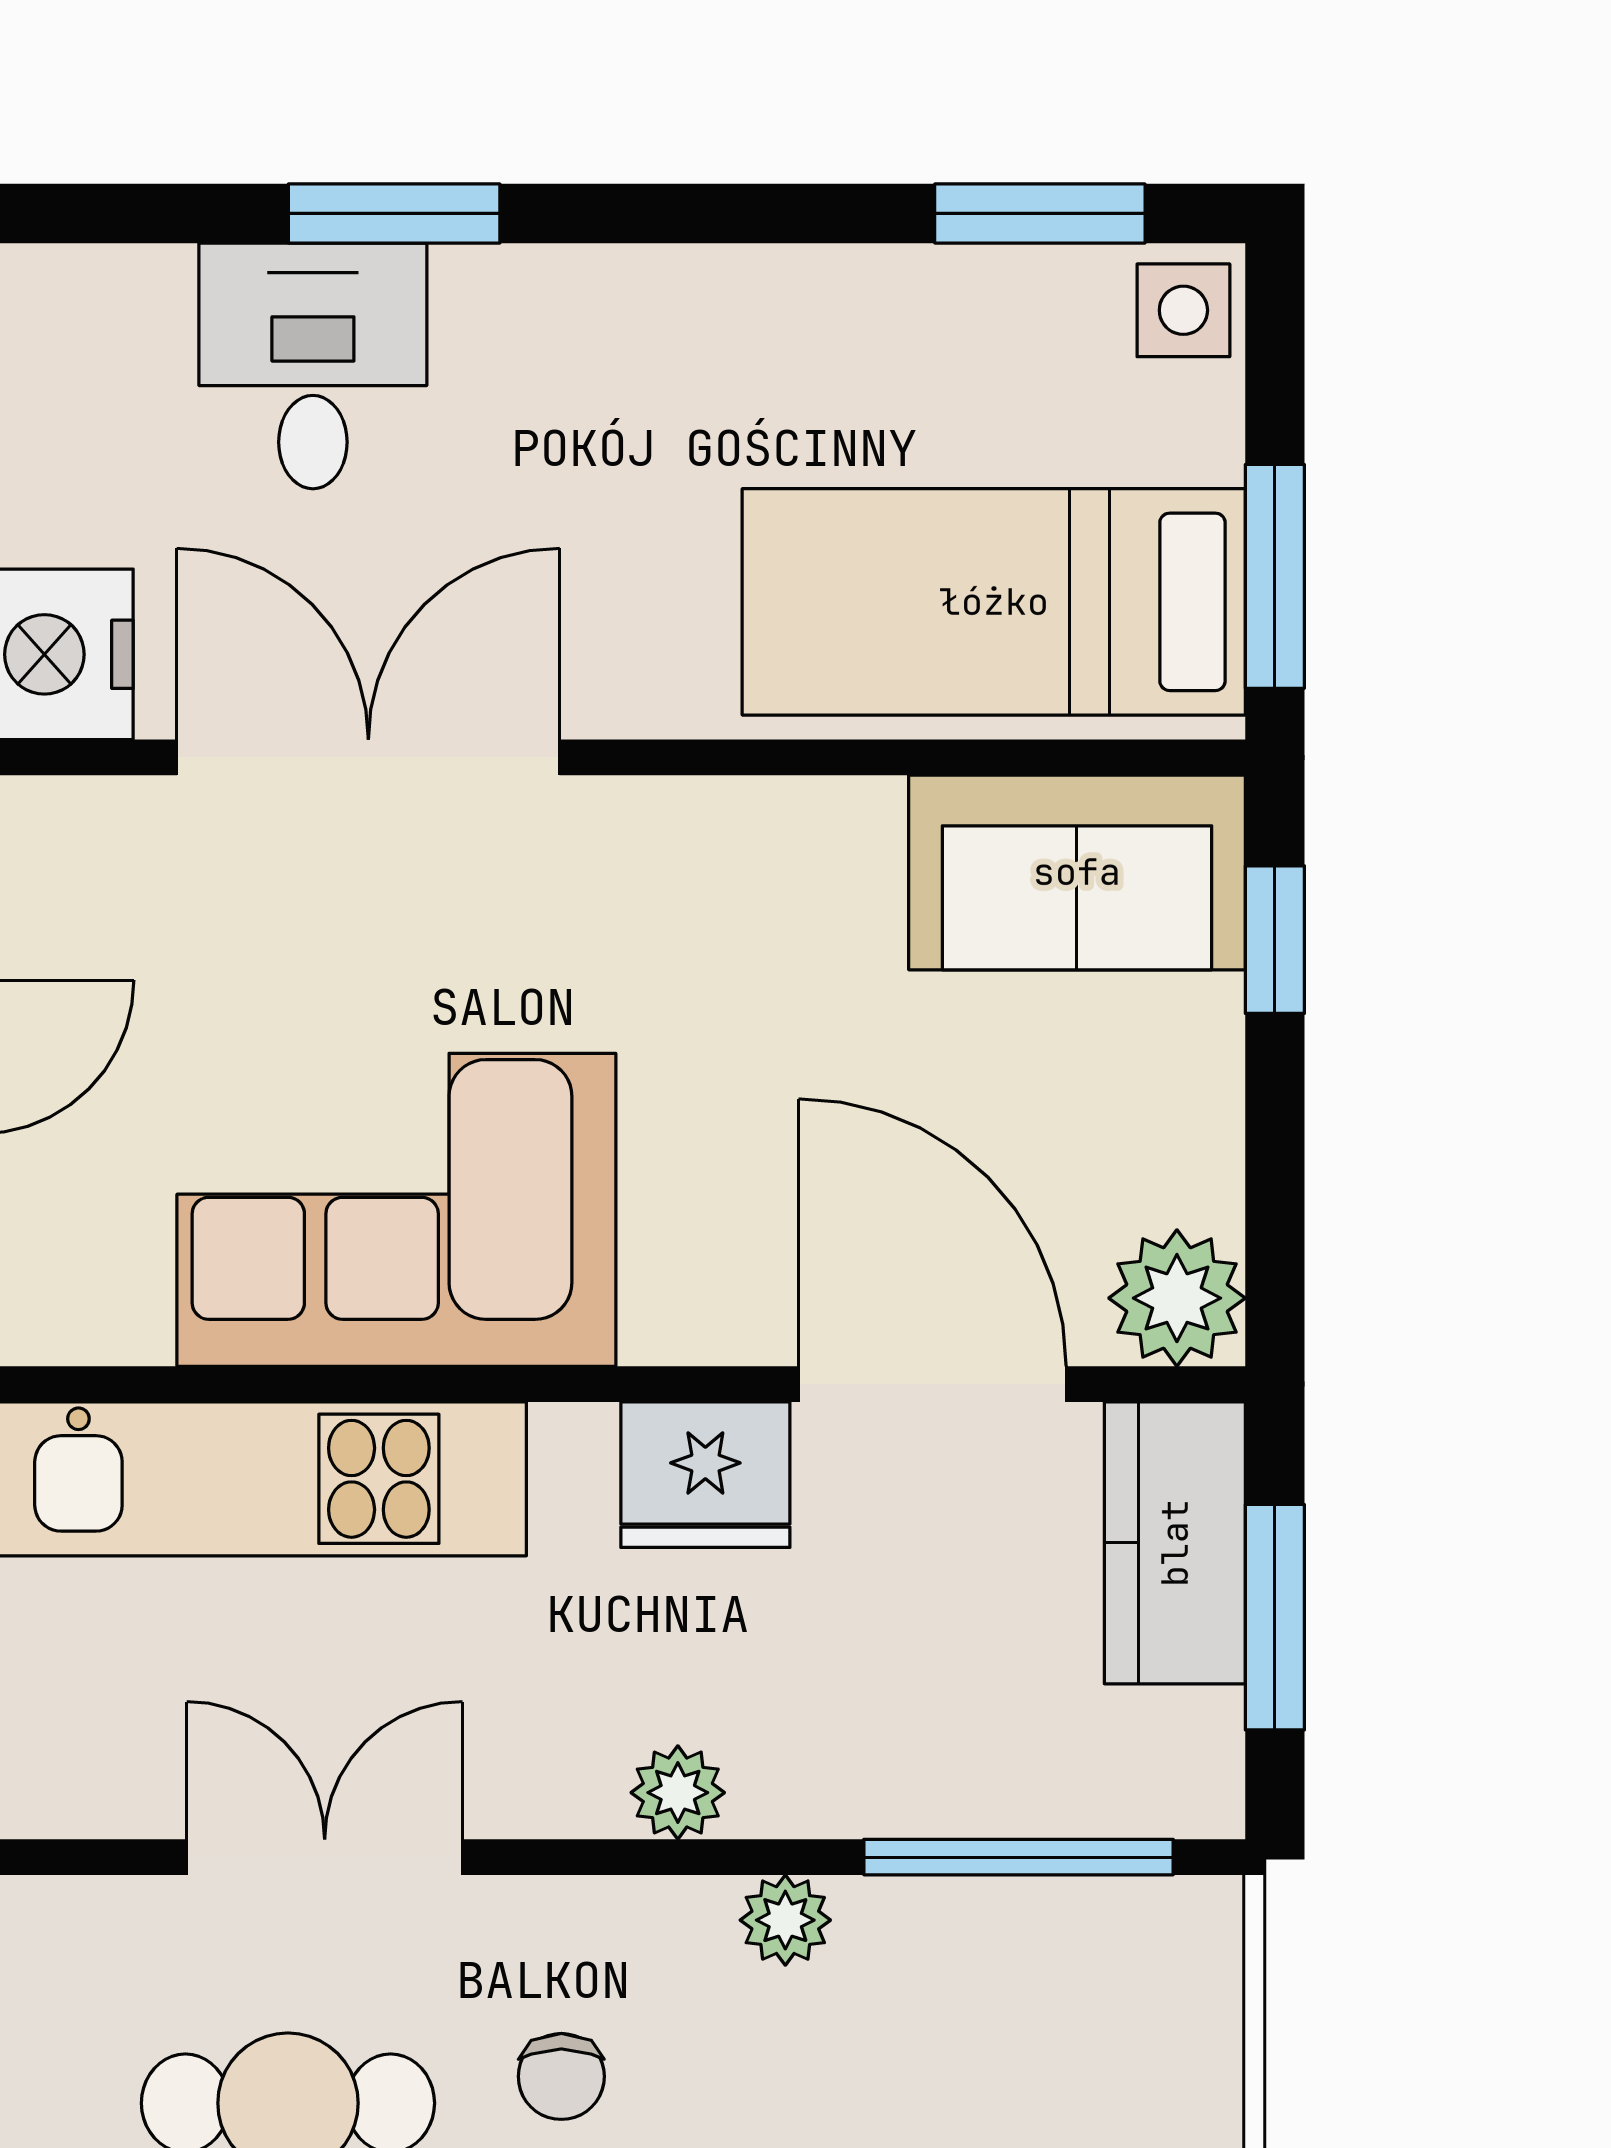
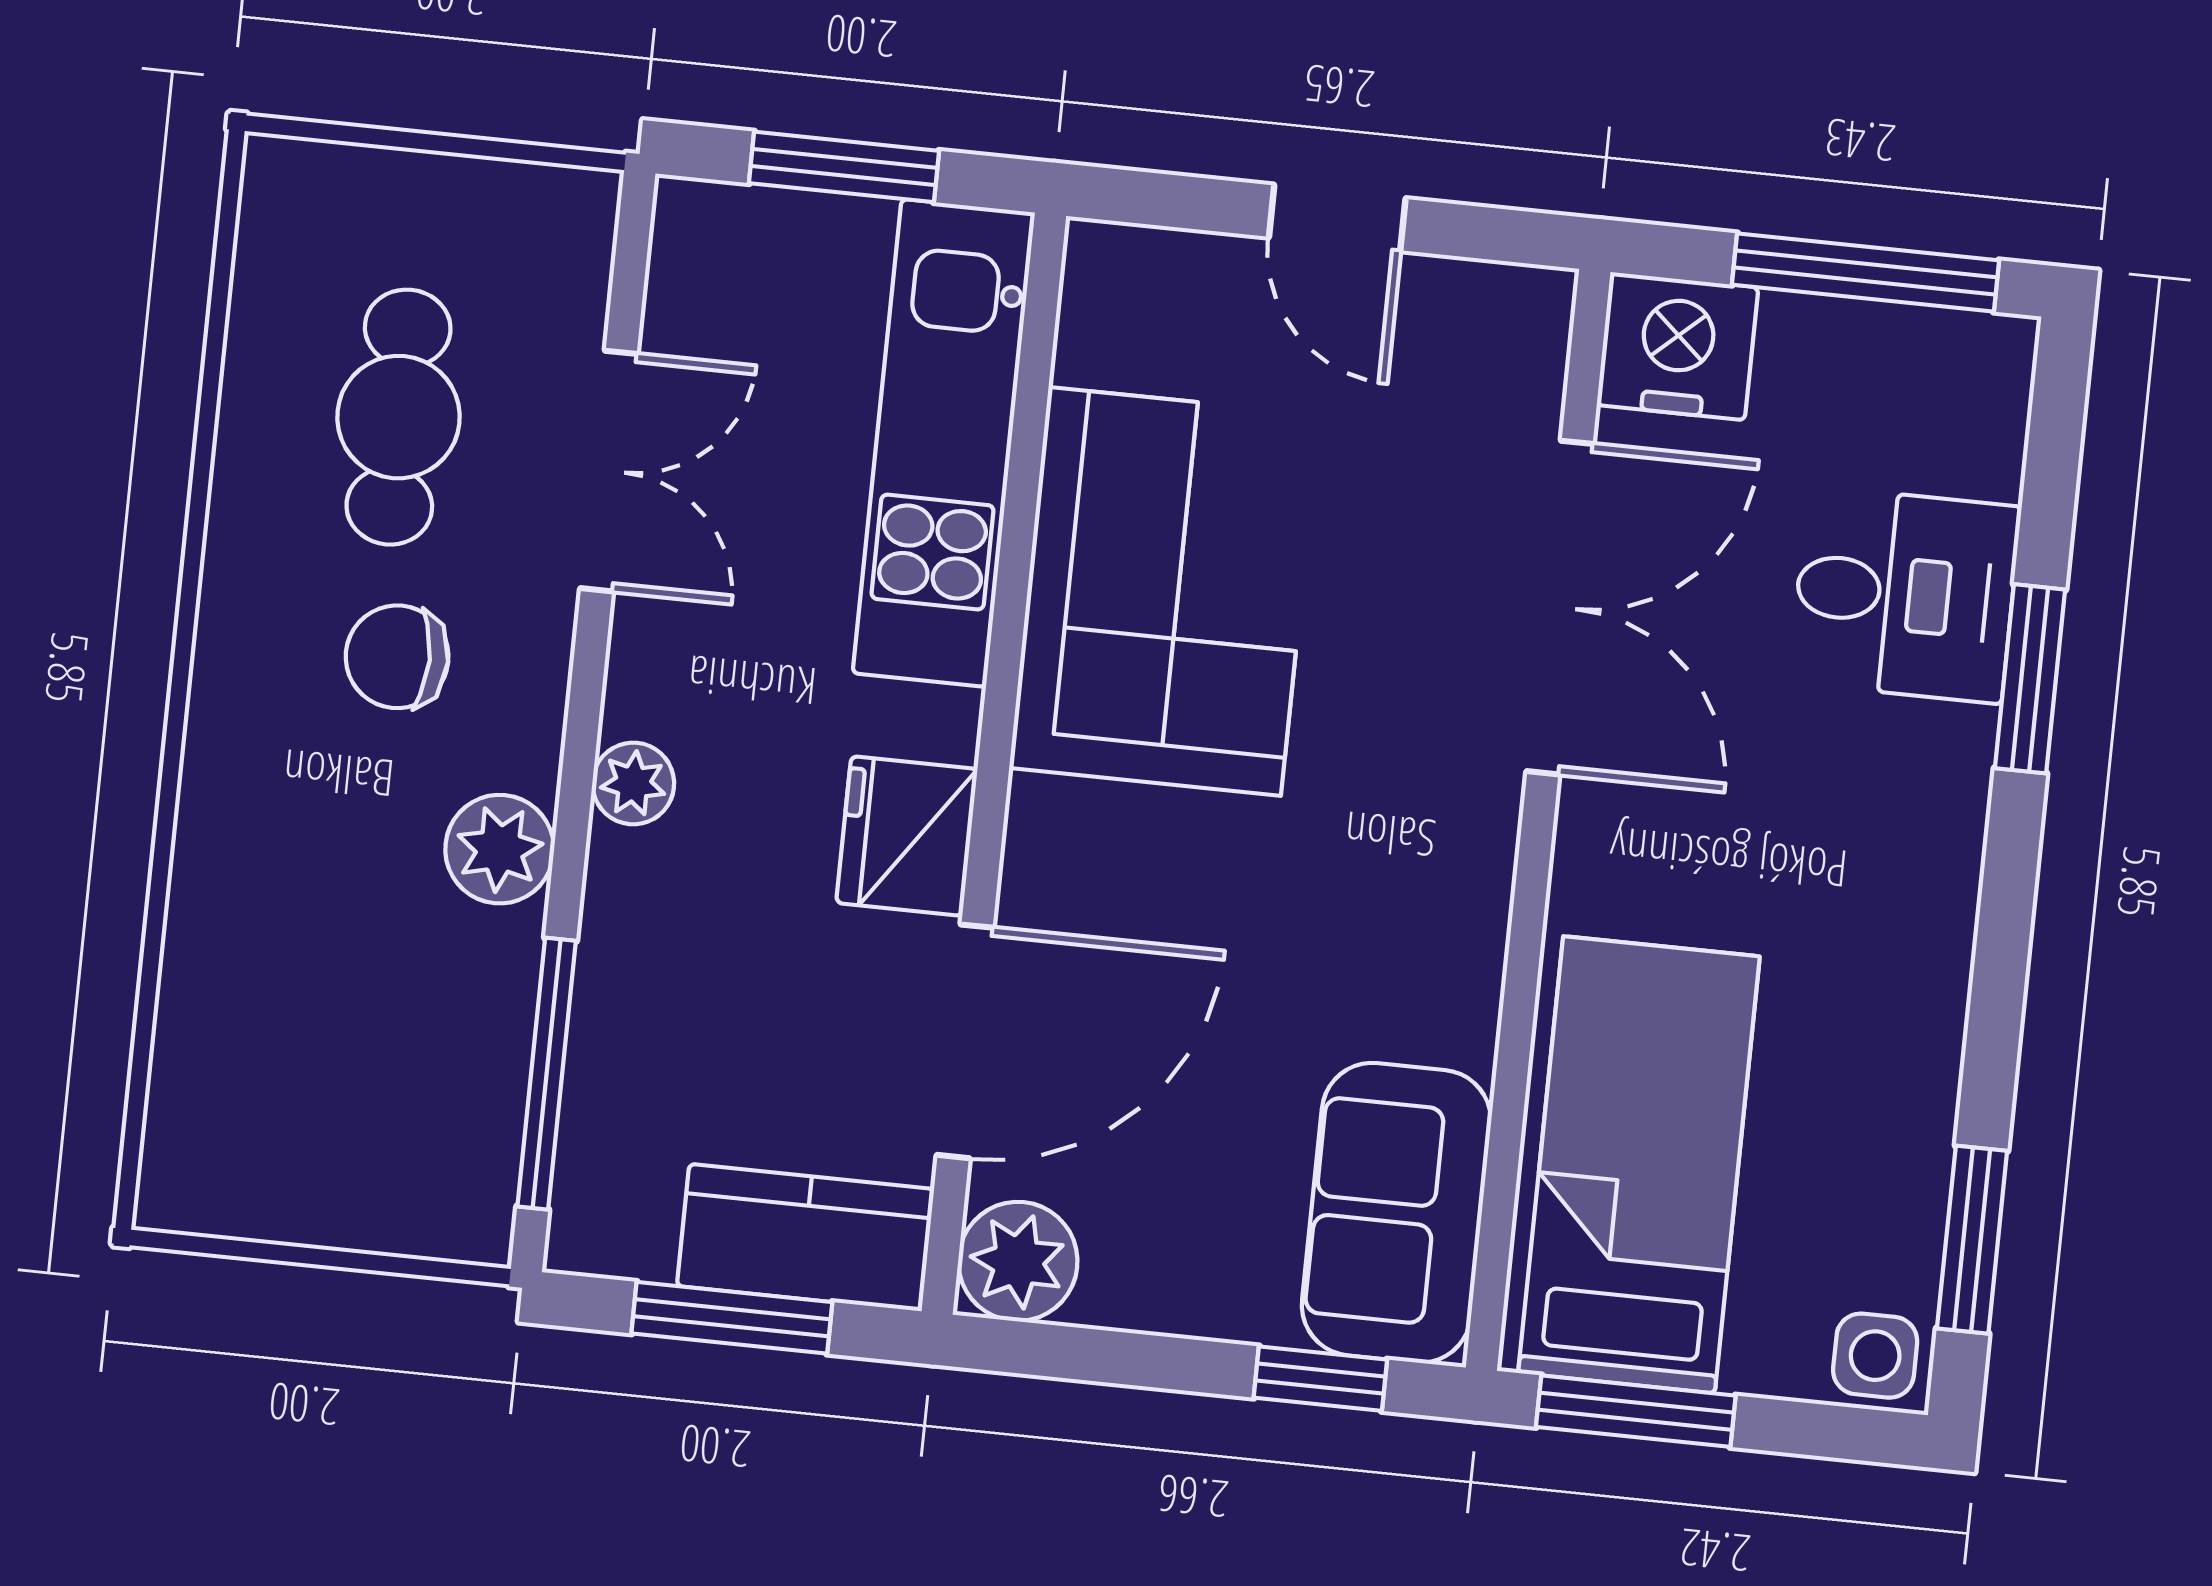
plant: (785, 1920) -> (500, 849), width x1.38, depth x1.38
chair: (561, 2076) -> (397, 657), width x1.37, depth x1.37

